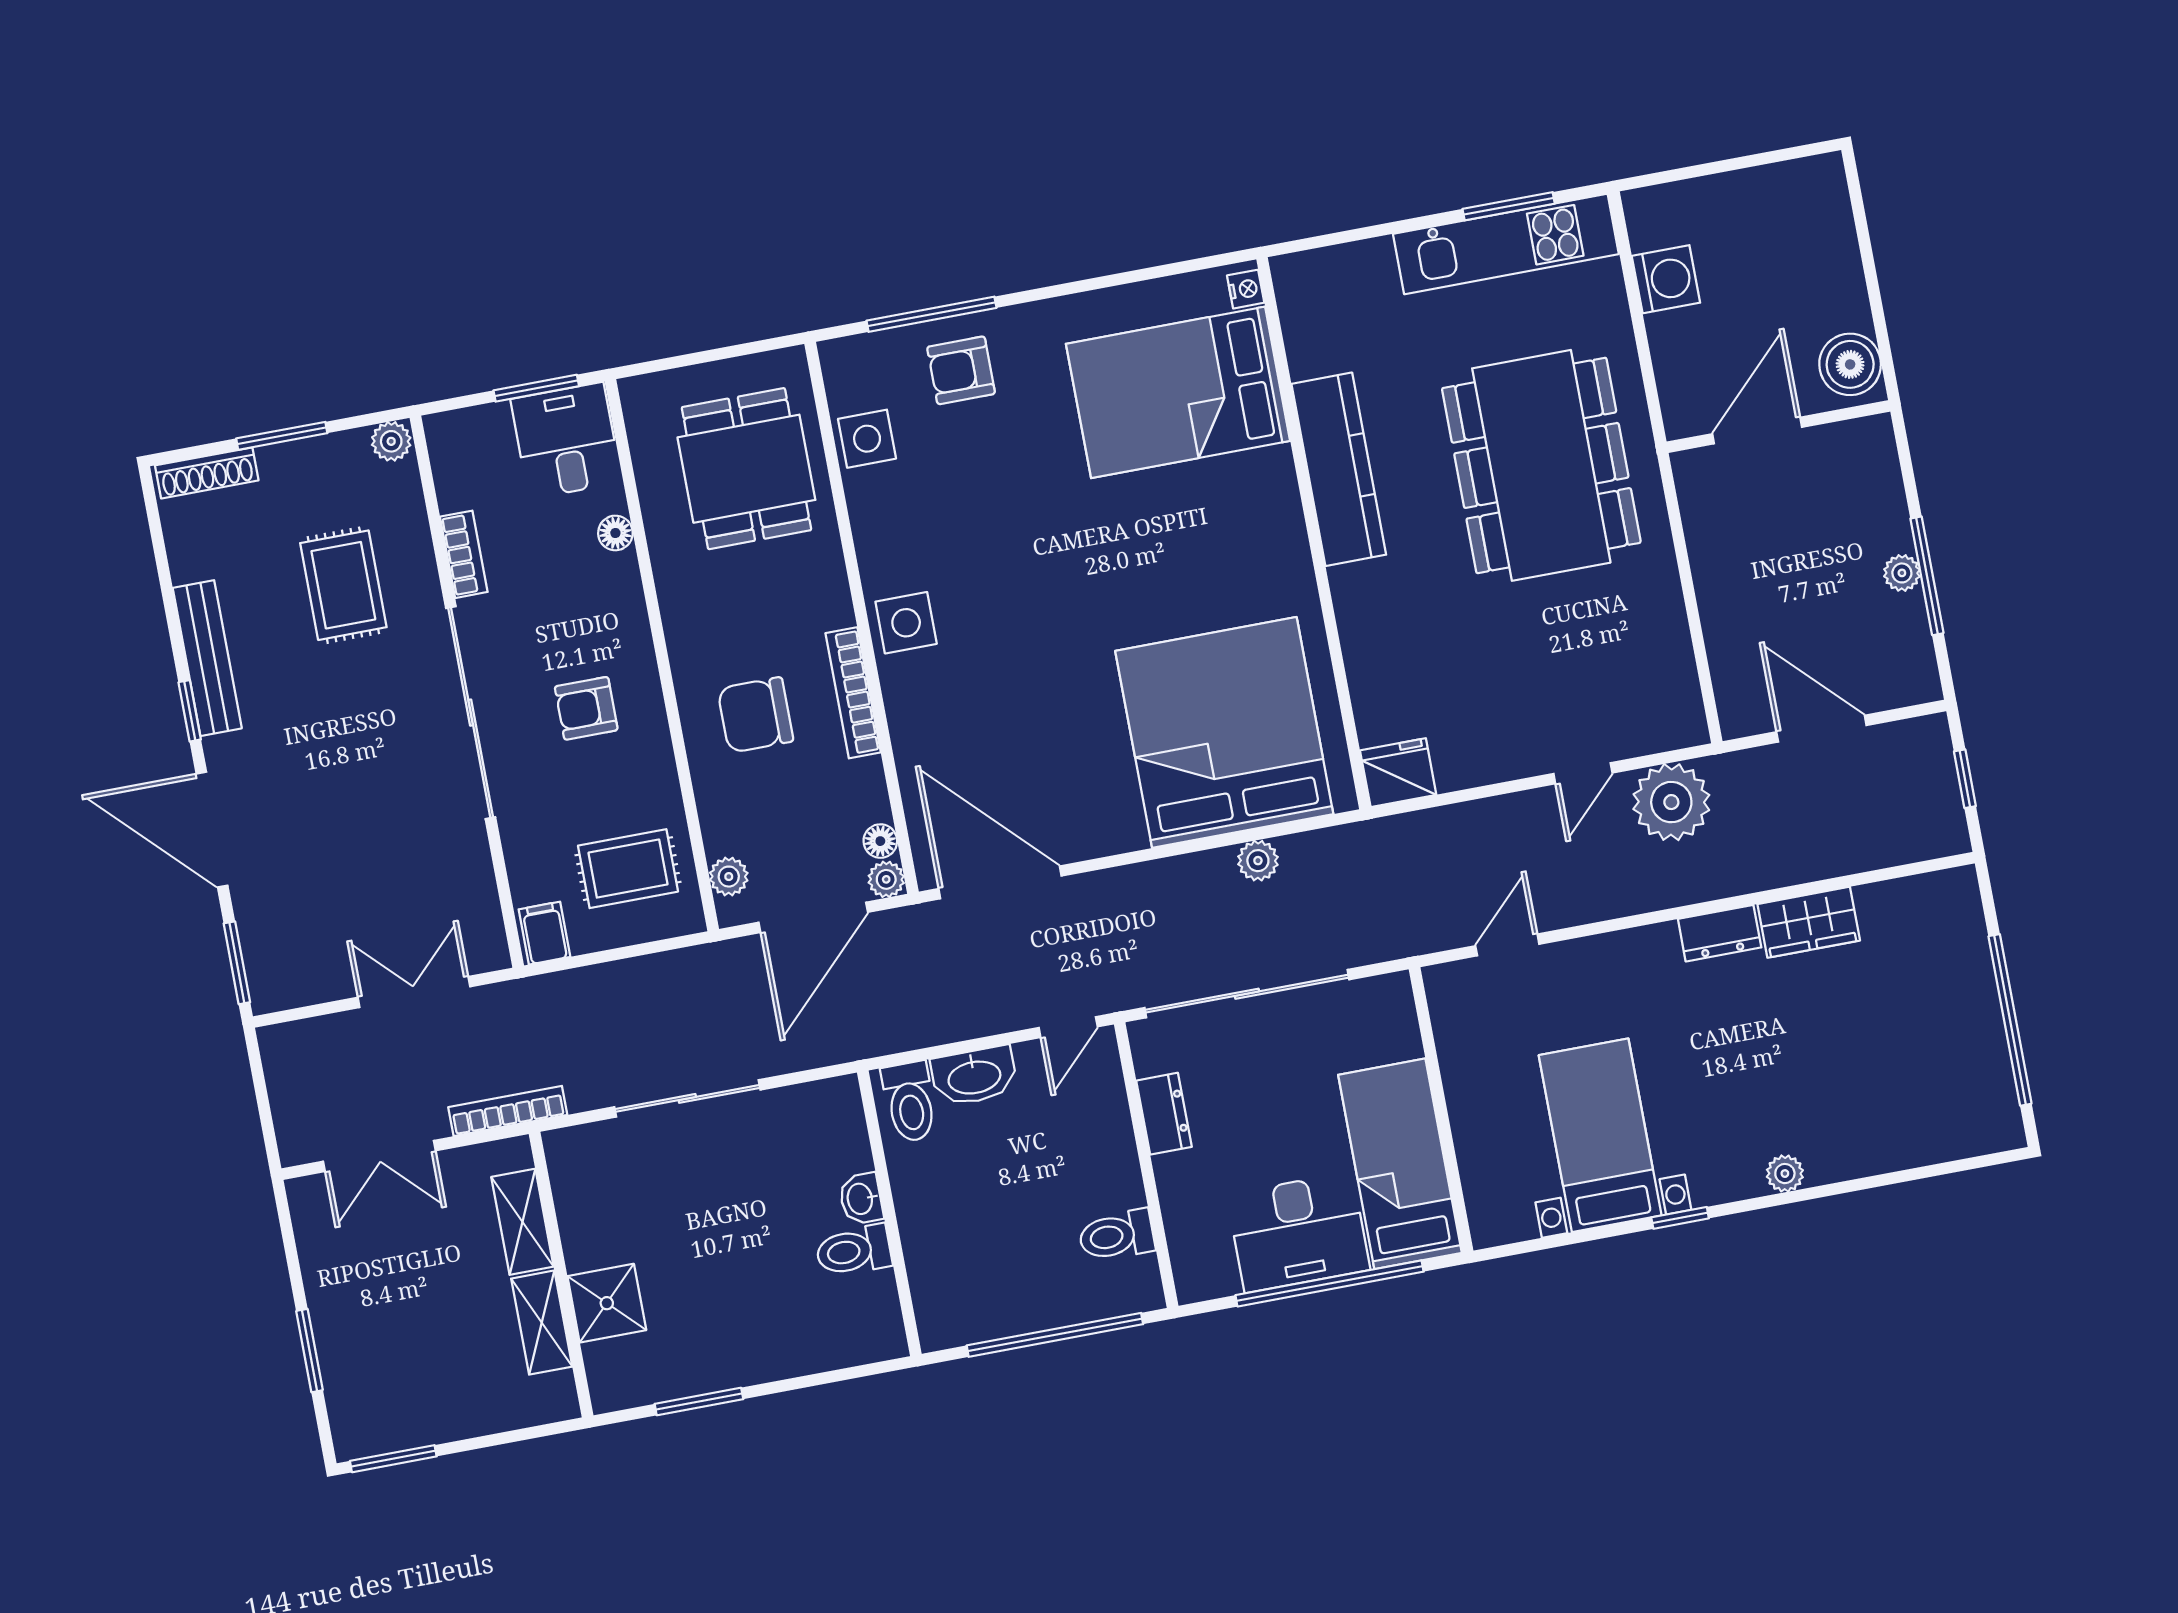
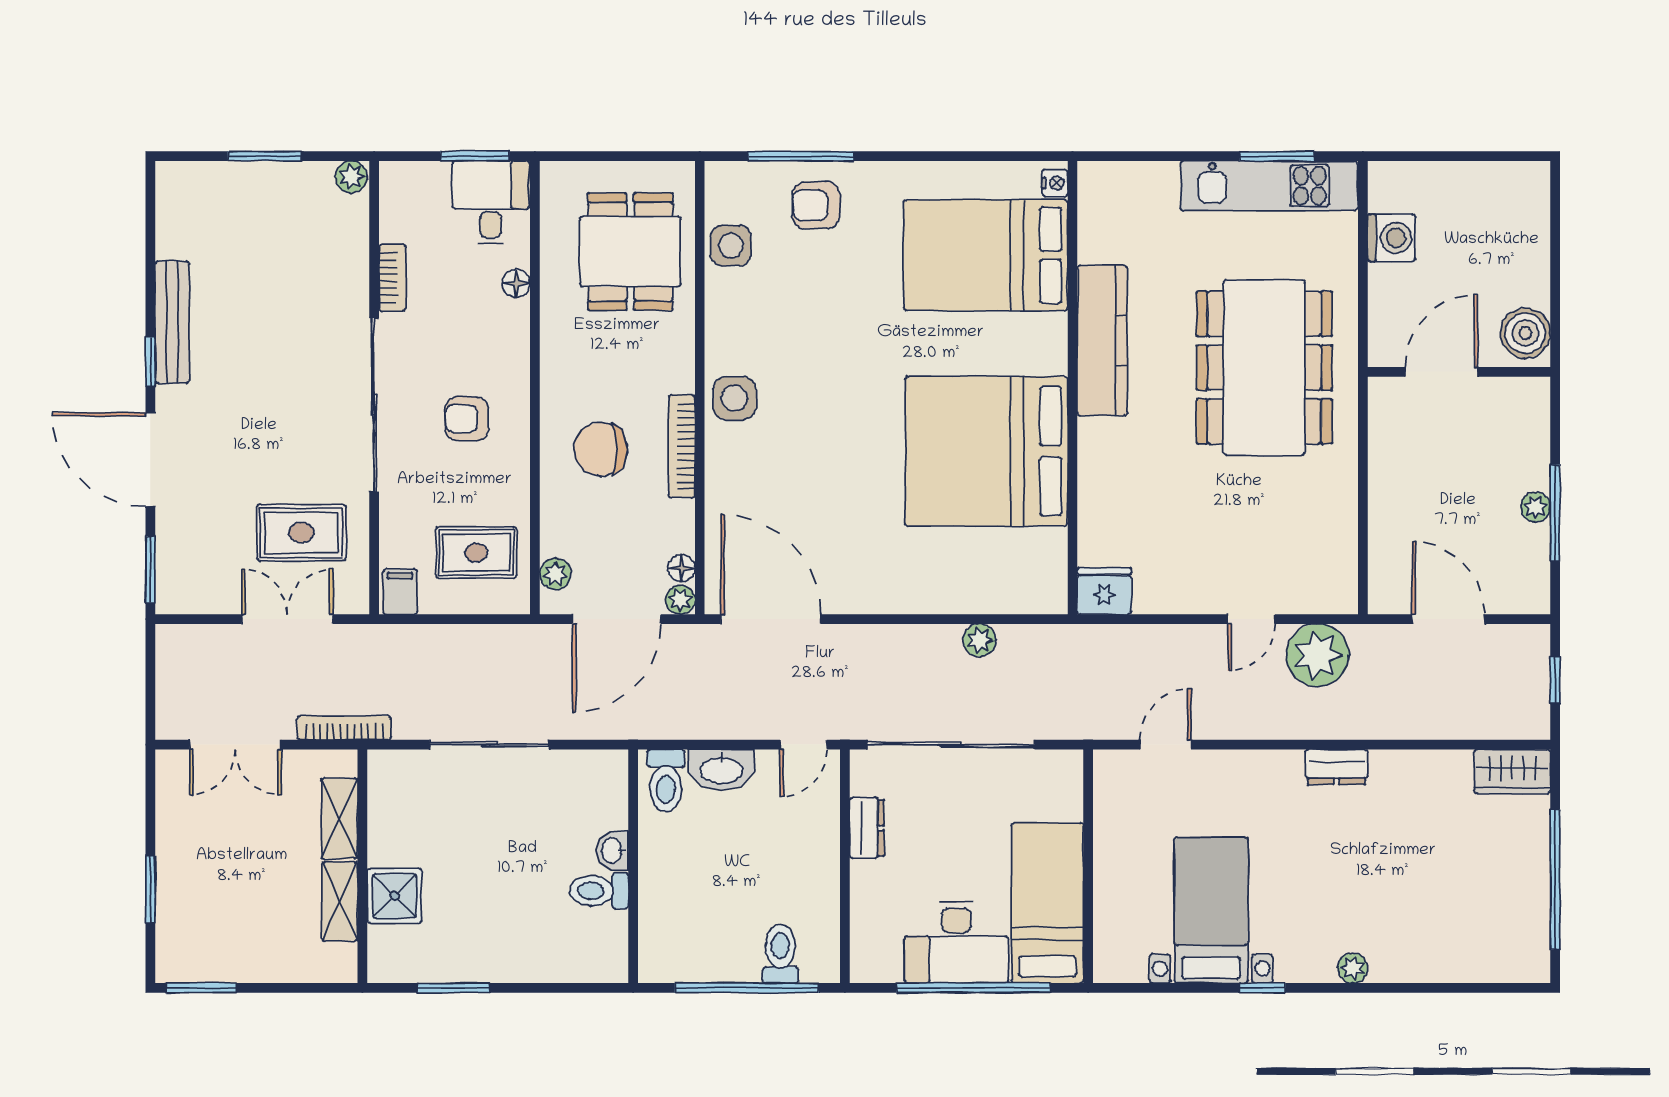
shoe rack: (207, 473) -> (199, 175), removed
rug: (343, 585) -> (301, 533), moved, turned 90
bed: (1224, 732) -> (986, 451), moved, turned -90
wardrobe: (1809, 922) -> (1512, 772), moved
toilet: (1117, 1235) -> (780, 954), moved, turned 90

